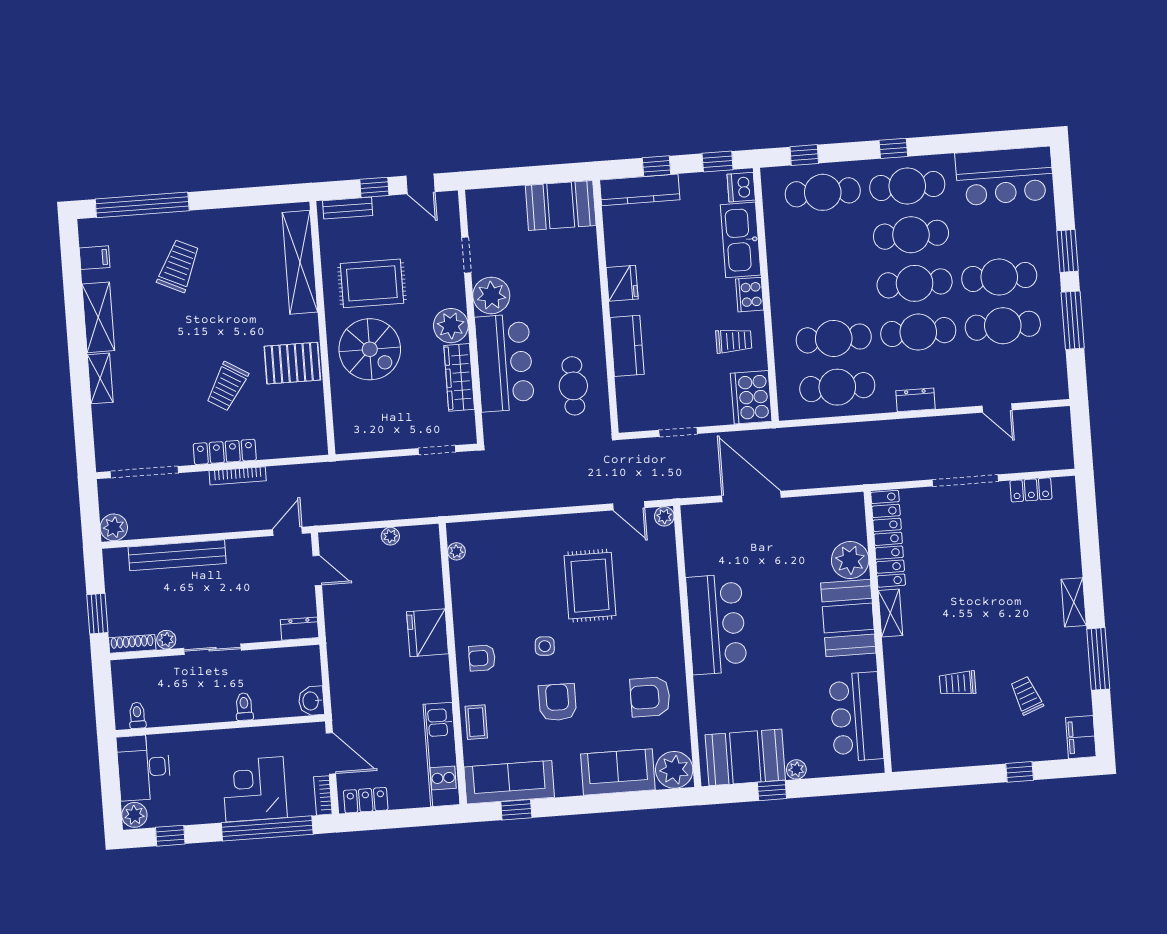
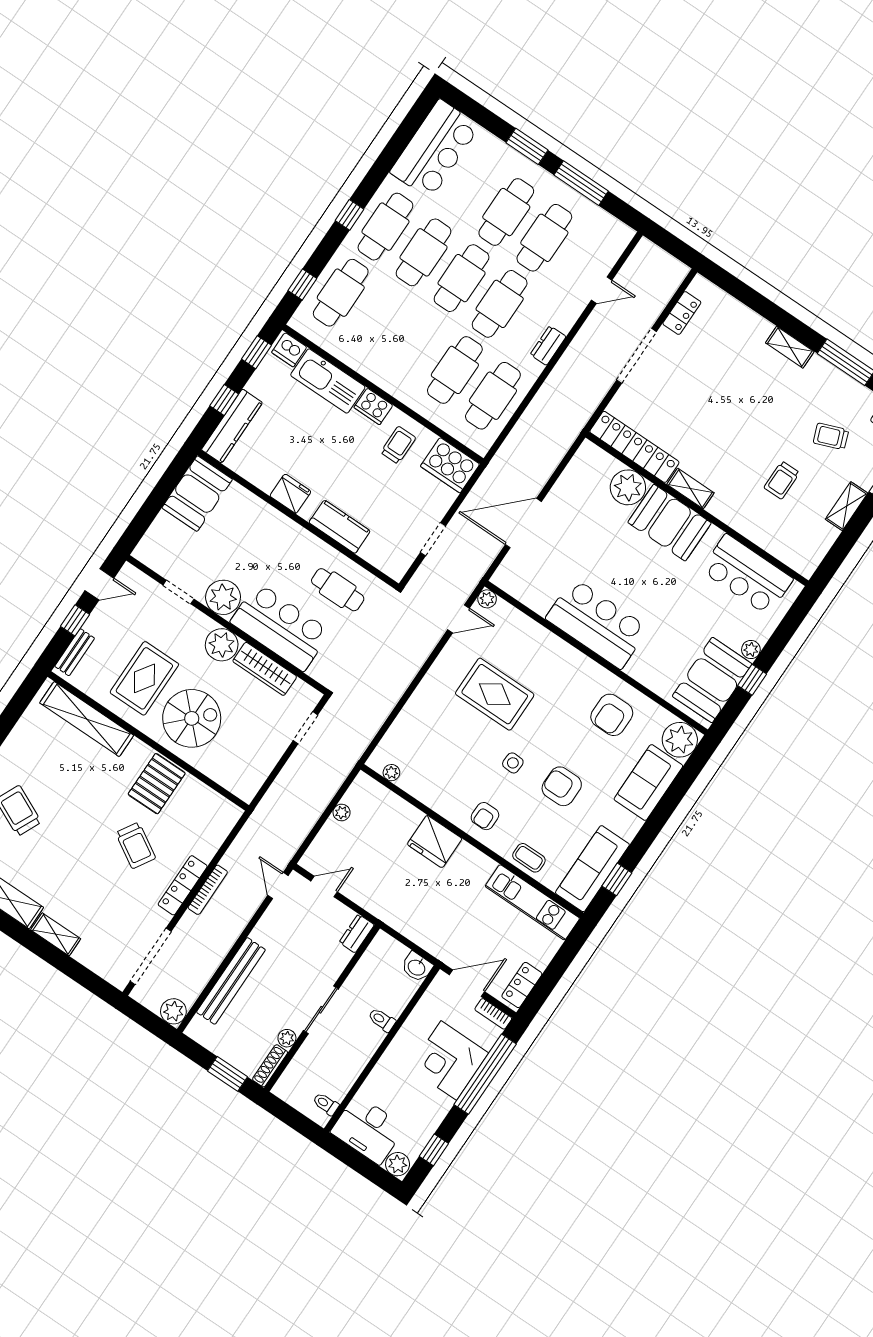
shelving: (979, 755) -> (847, 506), added

